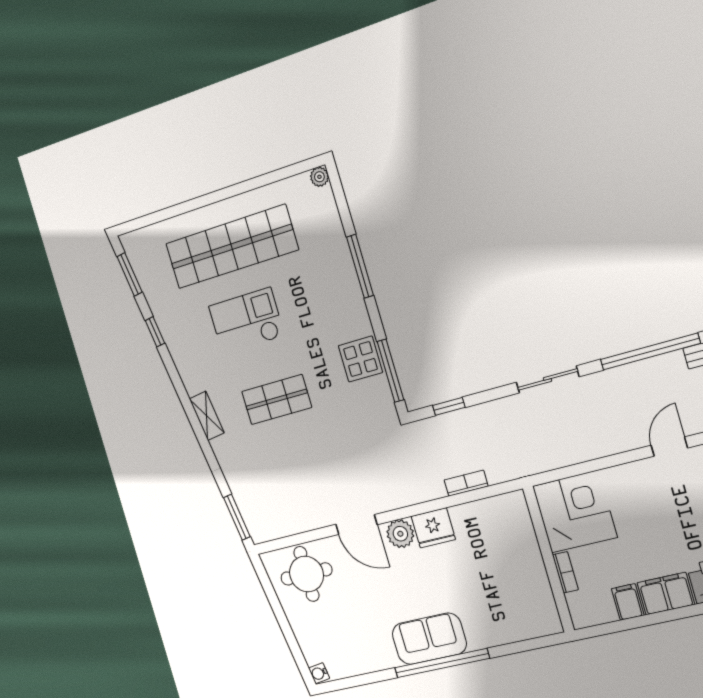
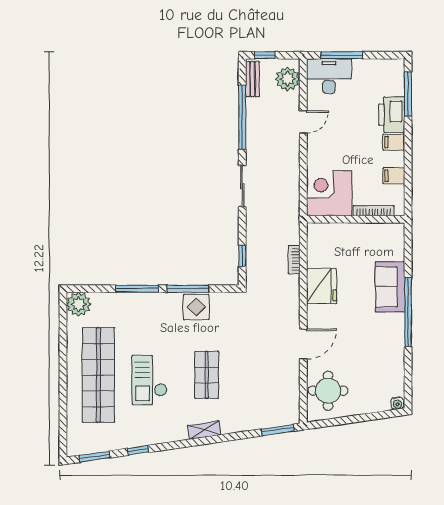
plant: (319, 177) -> (79, 304), width x1.88, depth x1.88
window: (390, 371) -> (188, 289), moved
door: (669, 447) -> (303, 122), swing flipped
fridge: (433, 528) -> (321, 286), width x1.36, depth x1.34
plant: (400, 534) -> (316, 315), removed
bookcase: (565, 572) -> (374, 211), width x1.56
filing cabinet: (666, 594) -> (394, 142), width x0.50
sofa: (429, 639) -> (390, 287), moved

